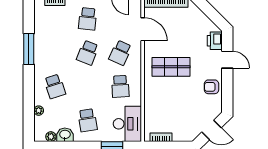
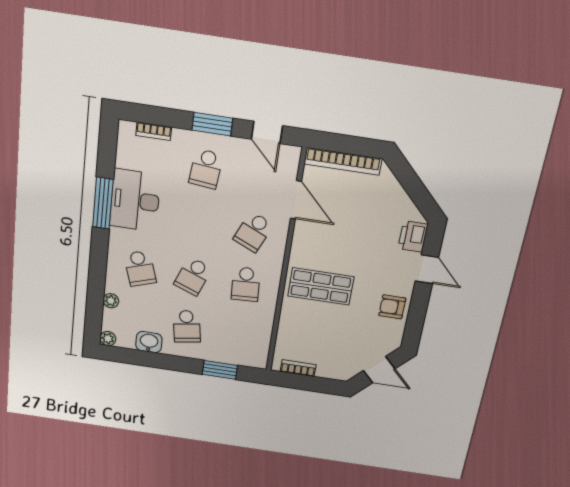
school desk: (88, 53) -> (193, 276), moved
shop shelf: (171, 67) -> (321, 286), moved
desk: (127, 124) -> (135, 200), moved, turned 180
plant: (51, 137) -> (108, 339), moved

